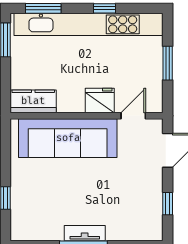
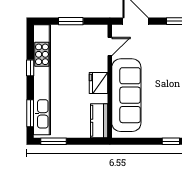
fridge: (100, 101) -> (99, 83), moved
door: (133, 116) -> (110, 47), swing flipped

